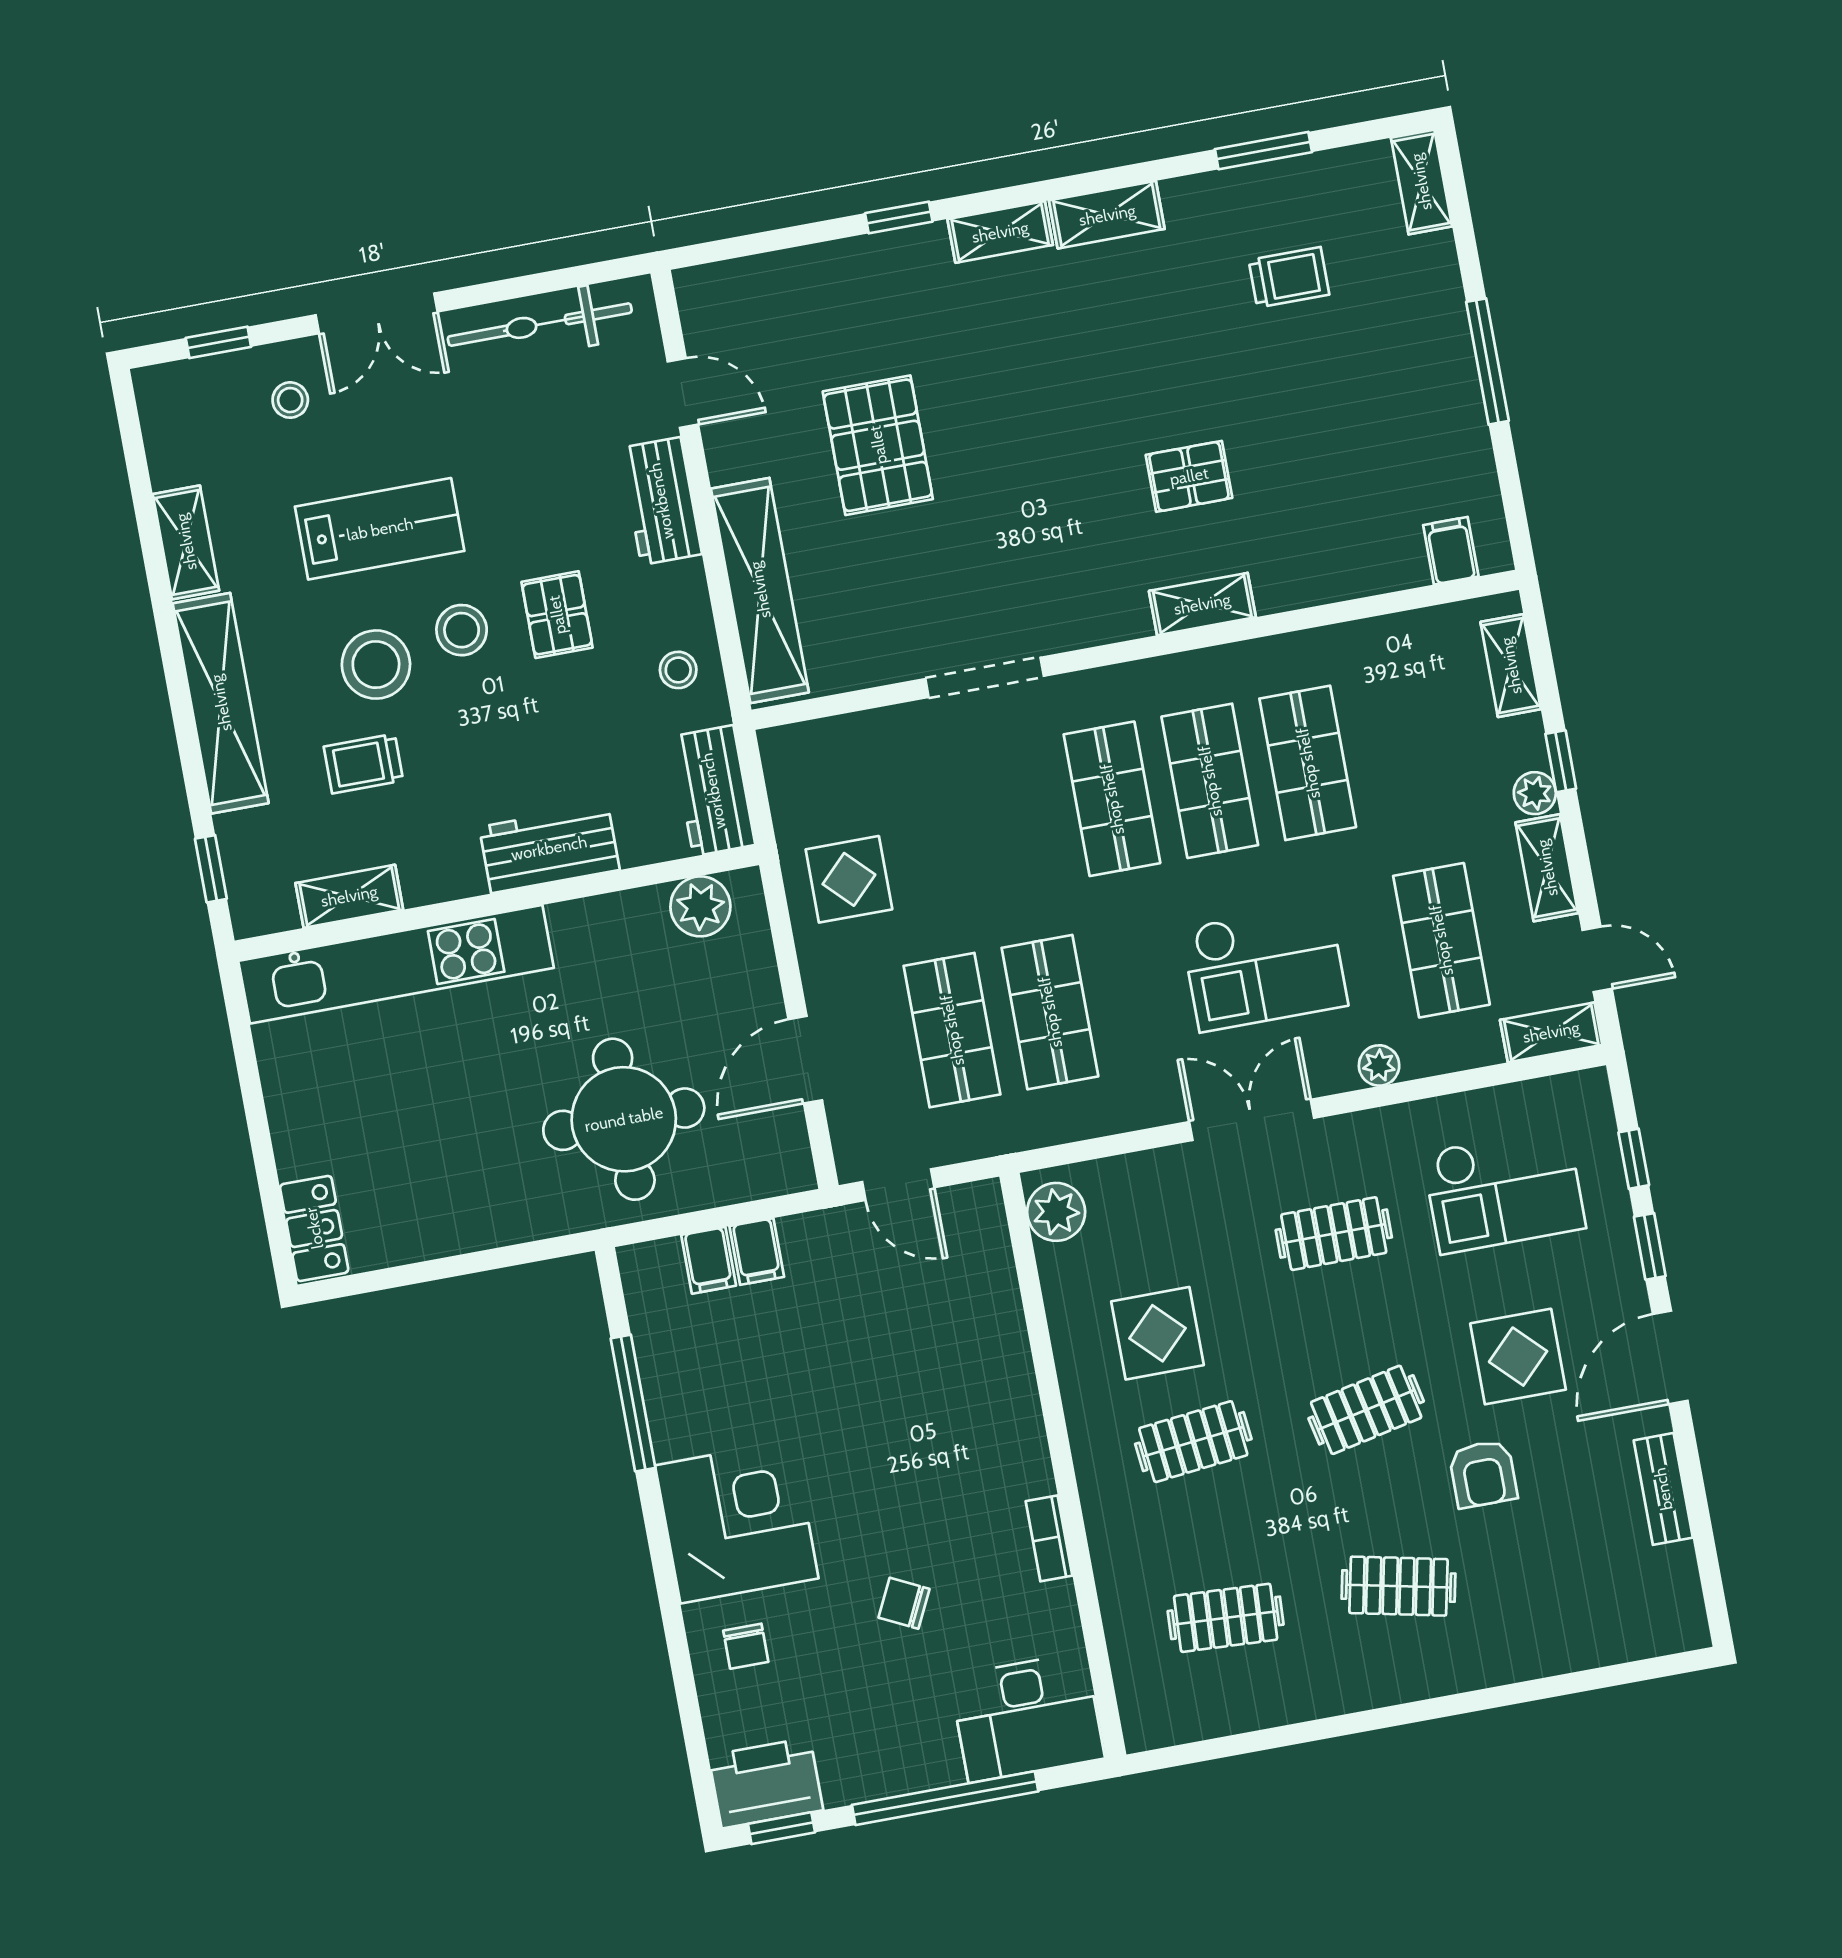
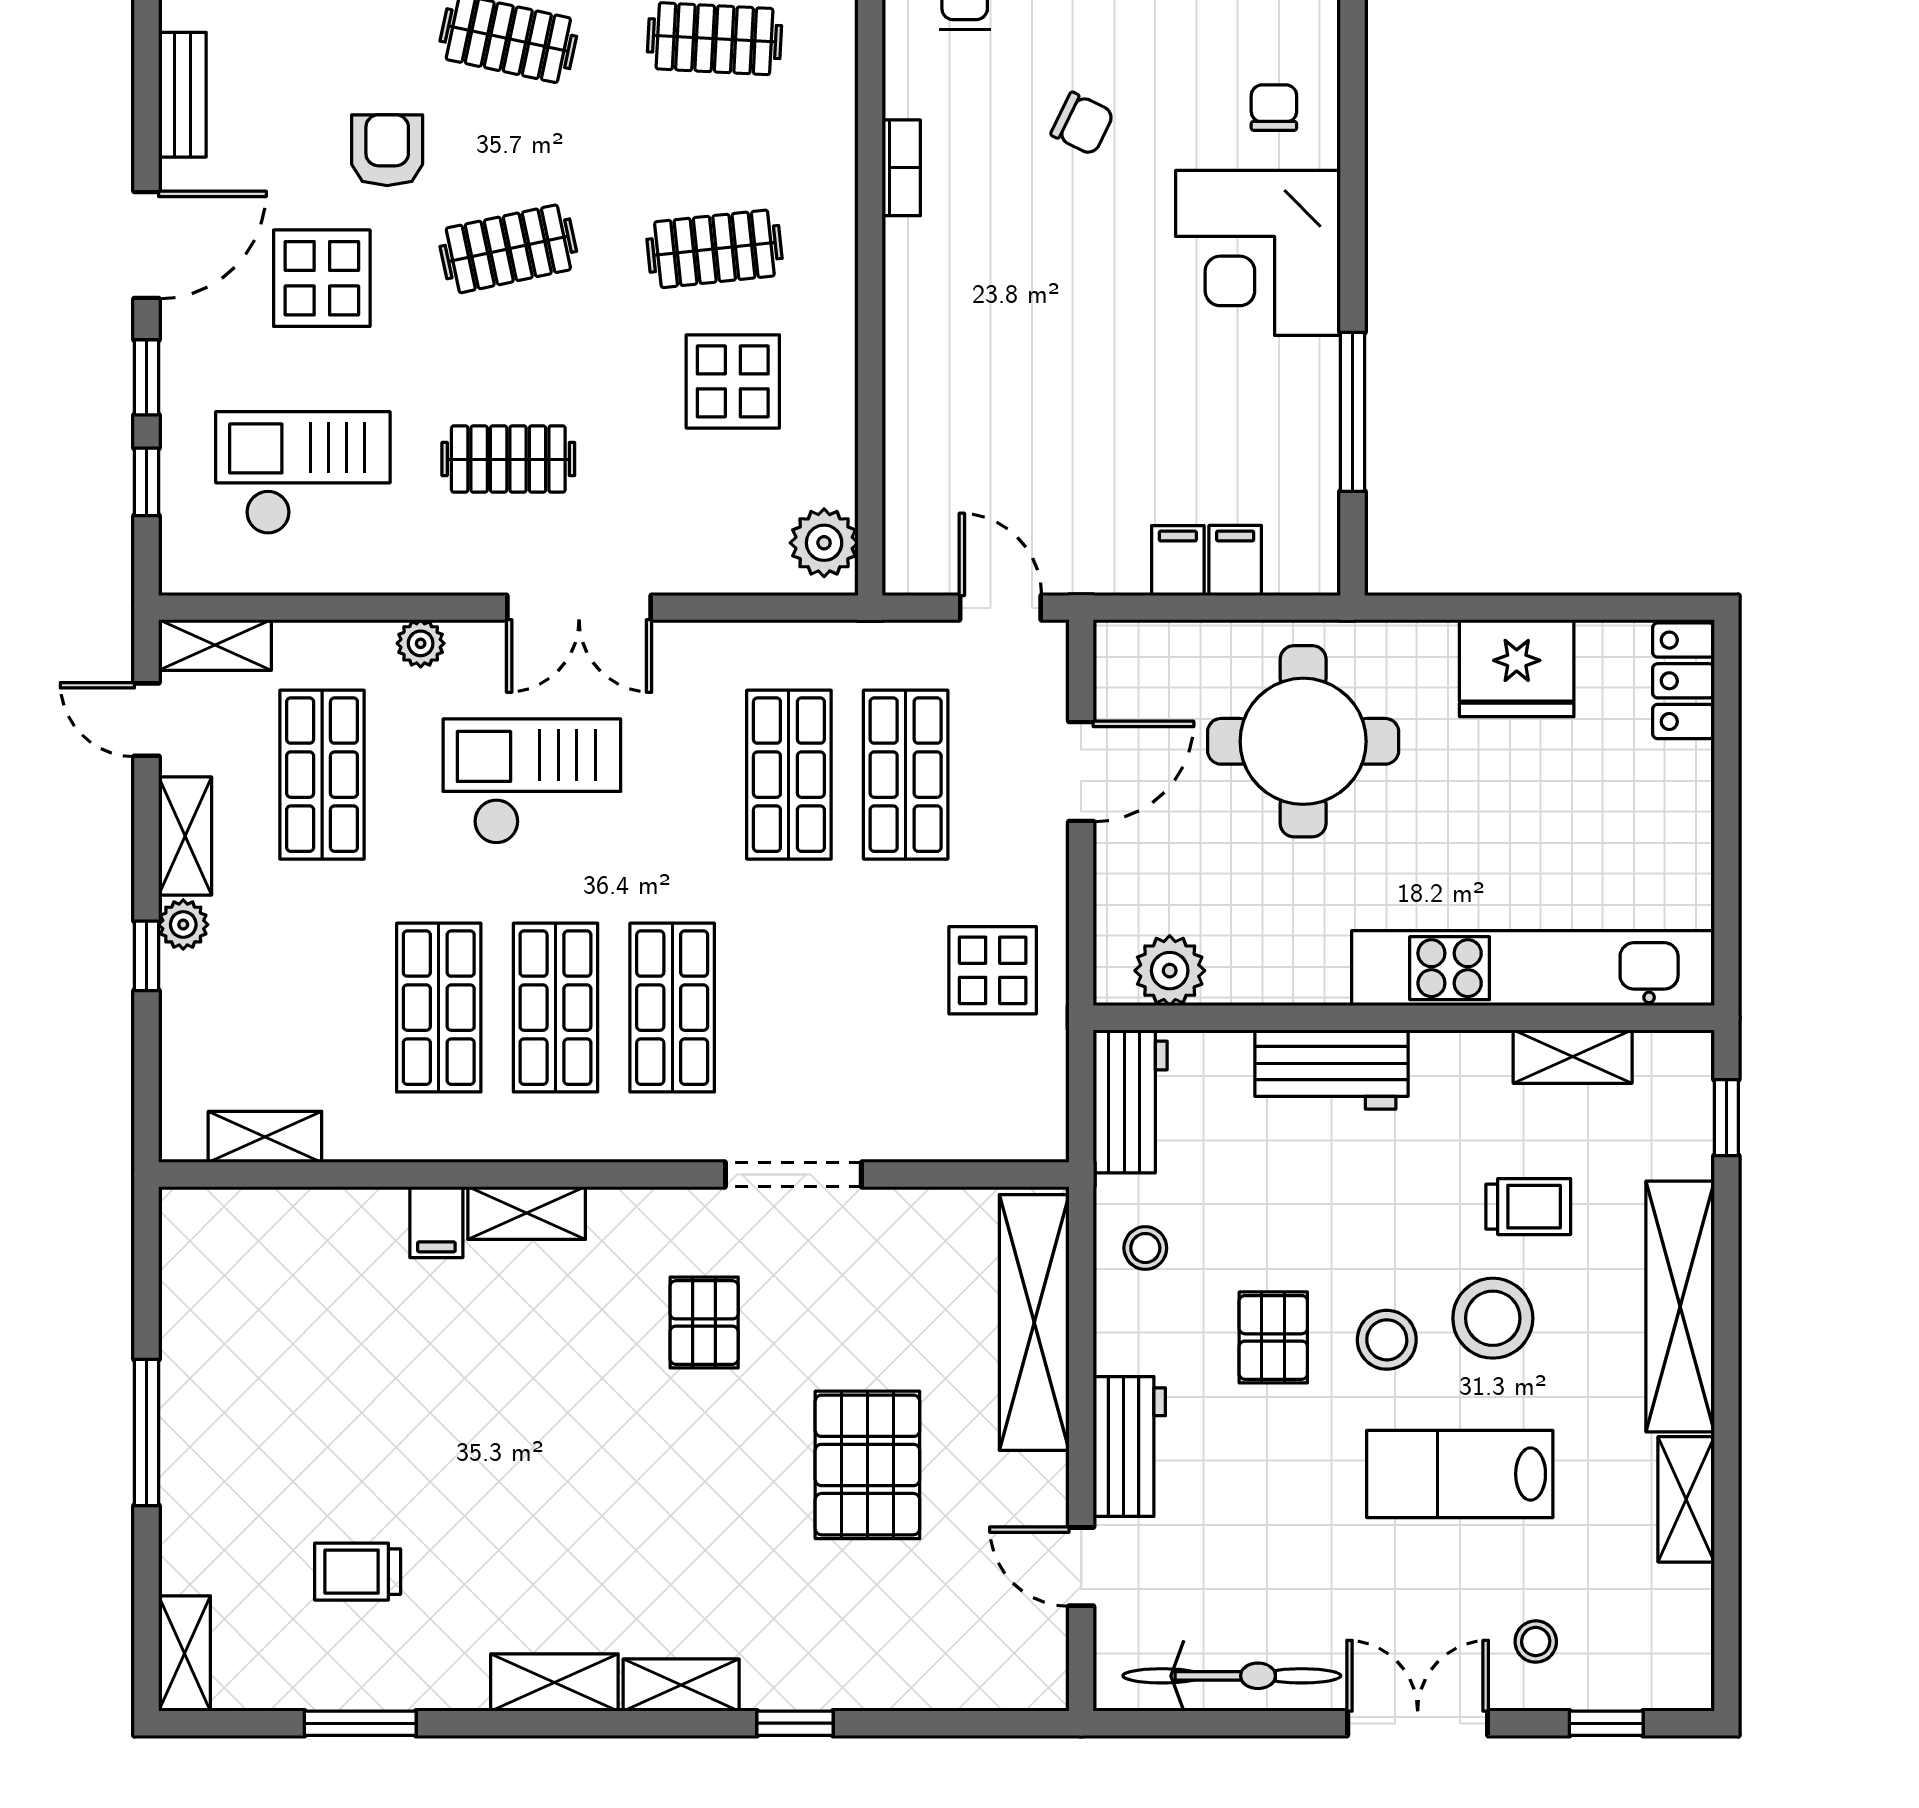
pallet: (1189, 476) -> (704, 1323), moved, turned 90
filing cabinet: (1451, 551) -> (436, 1222), moved
shelving: (1511, 666) -> (265, 1137), moved, turned 90
fridge: (456, 1213) -> (1517, 668), added

